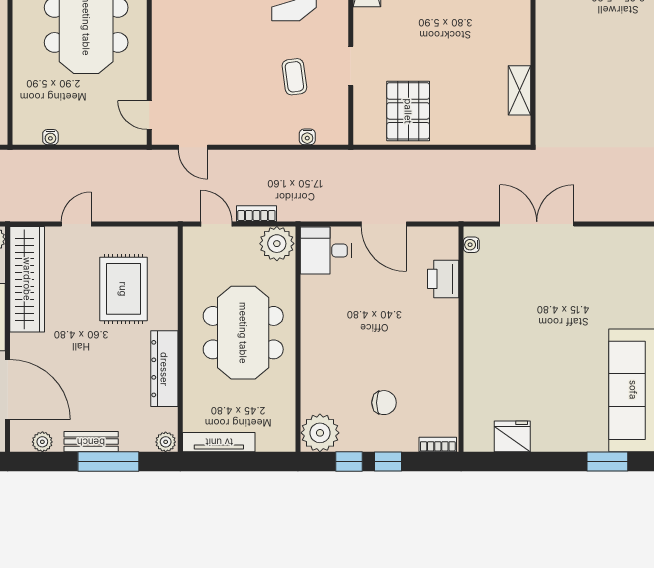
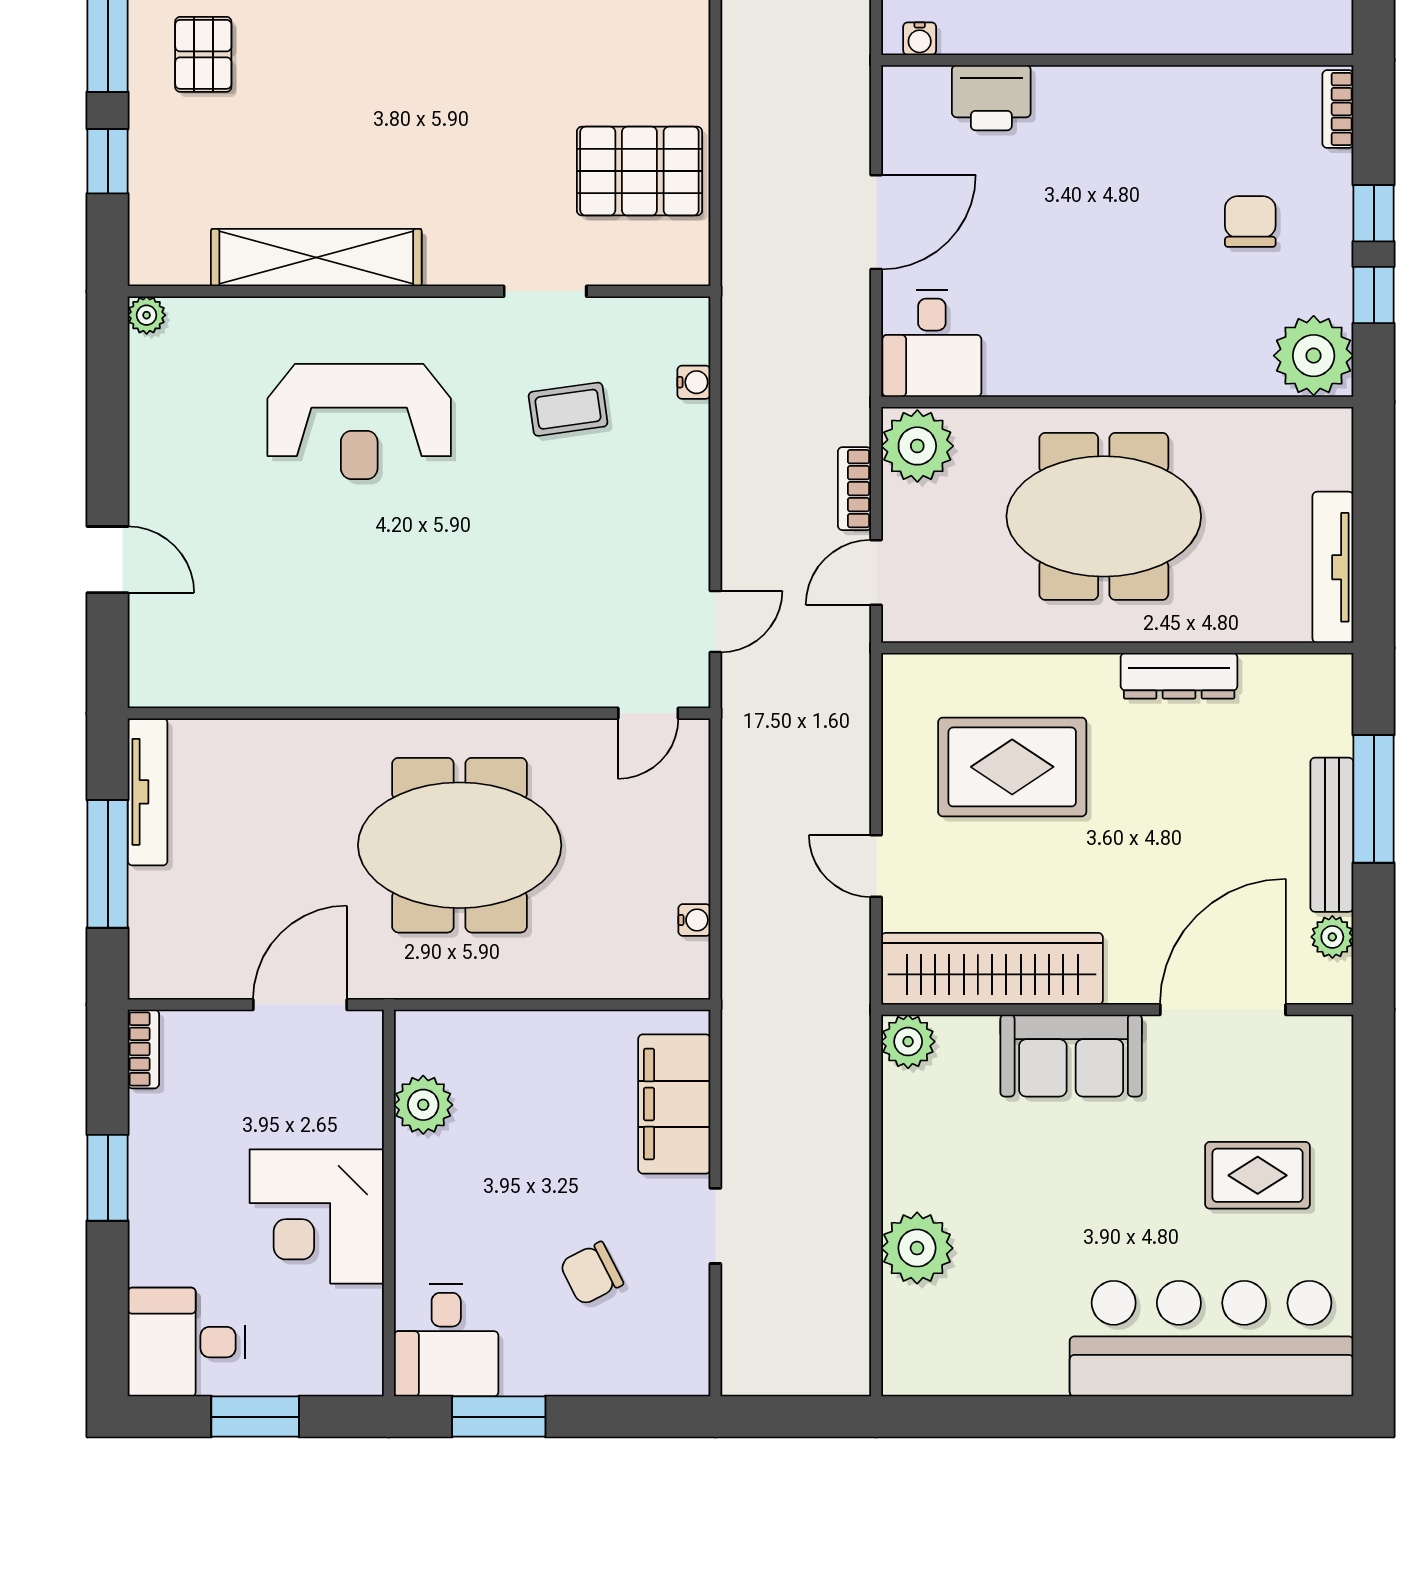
dresser: (164, 369) -> (1179, 676), width x0.73, depth x0.80
bench: (91, 442) -> (1332, 835), width x1.36
plant: (166, 442) -> (1332, 679), removed

